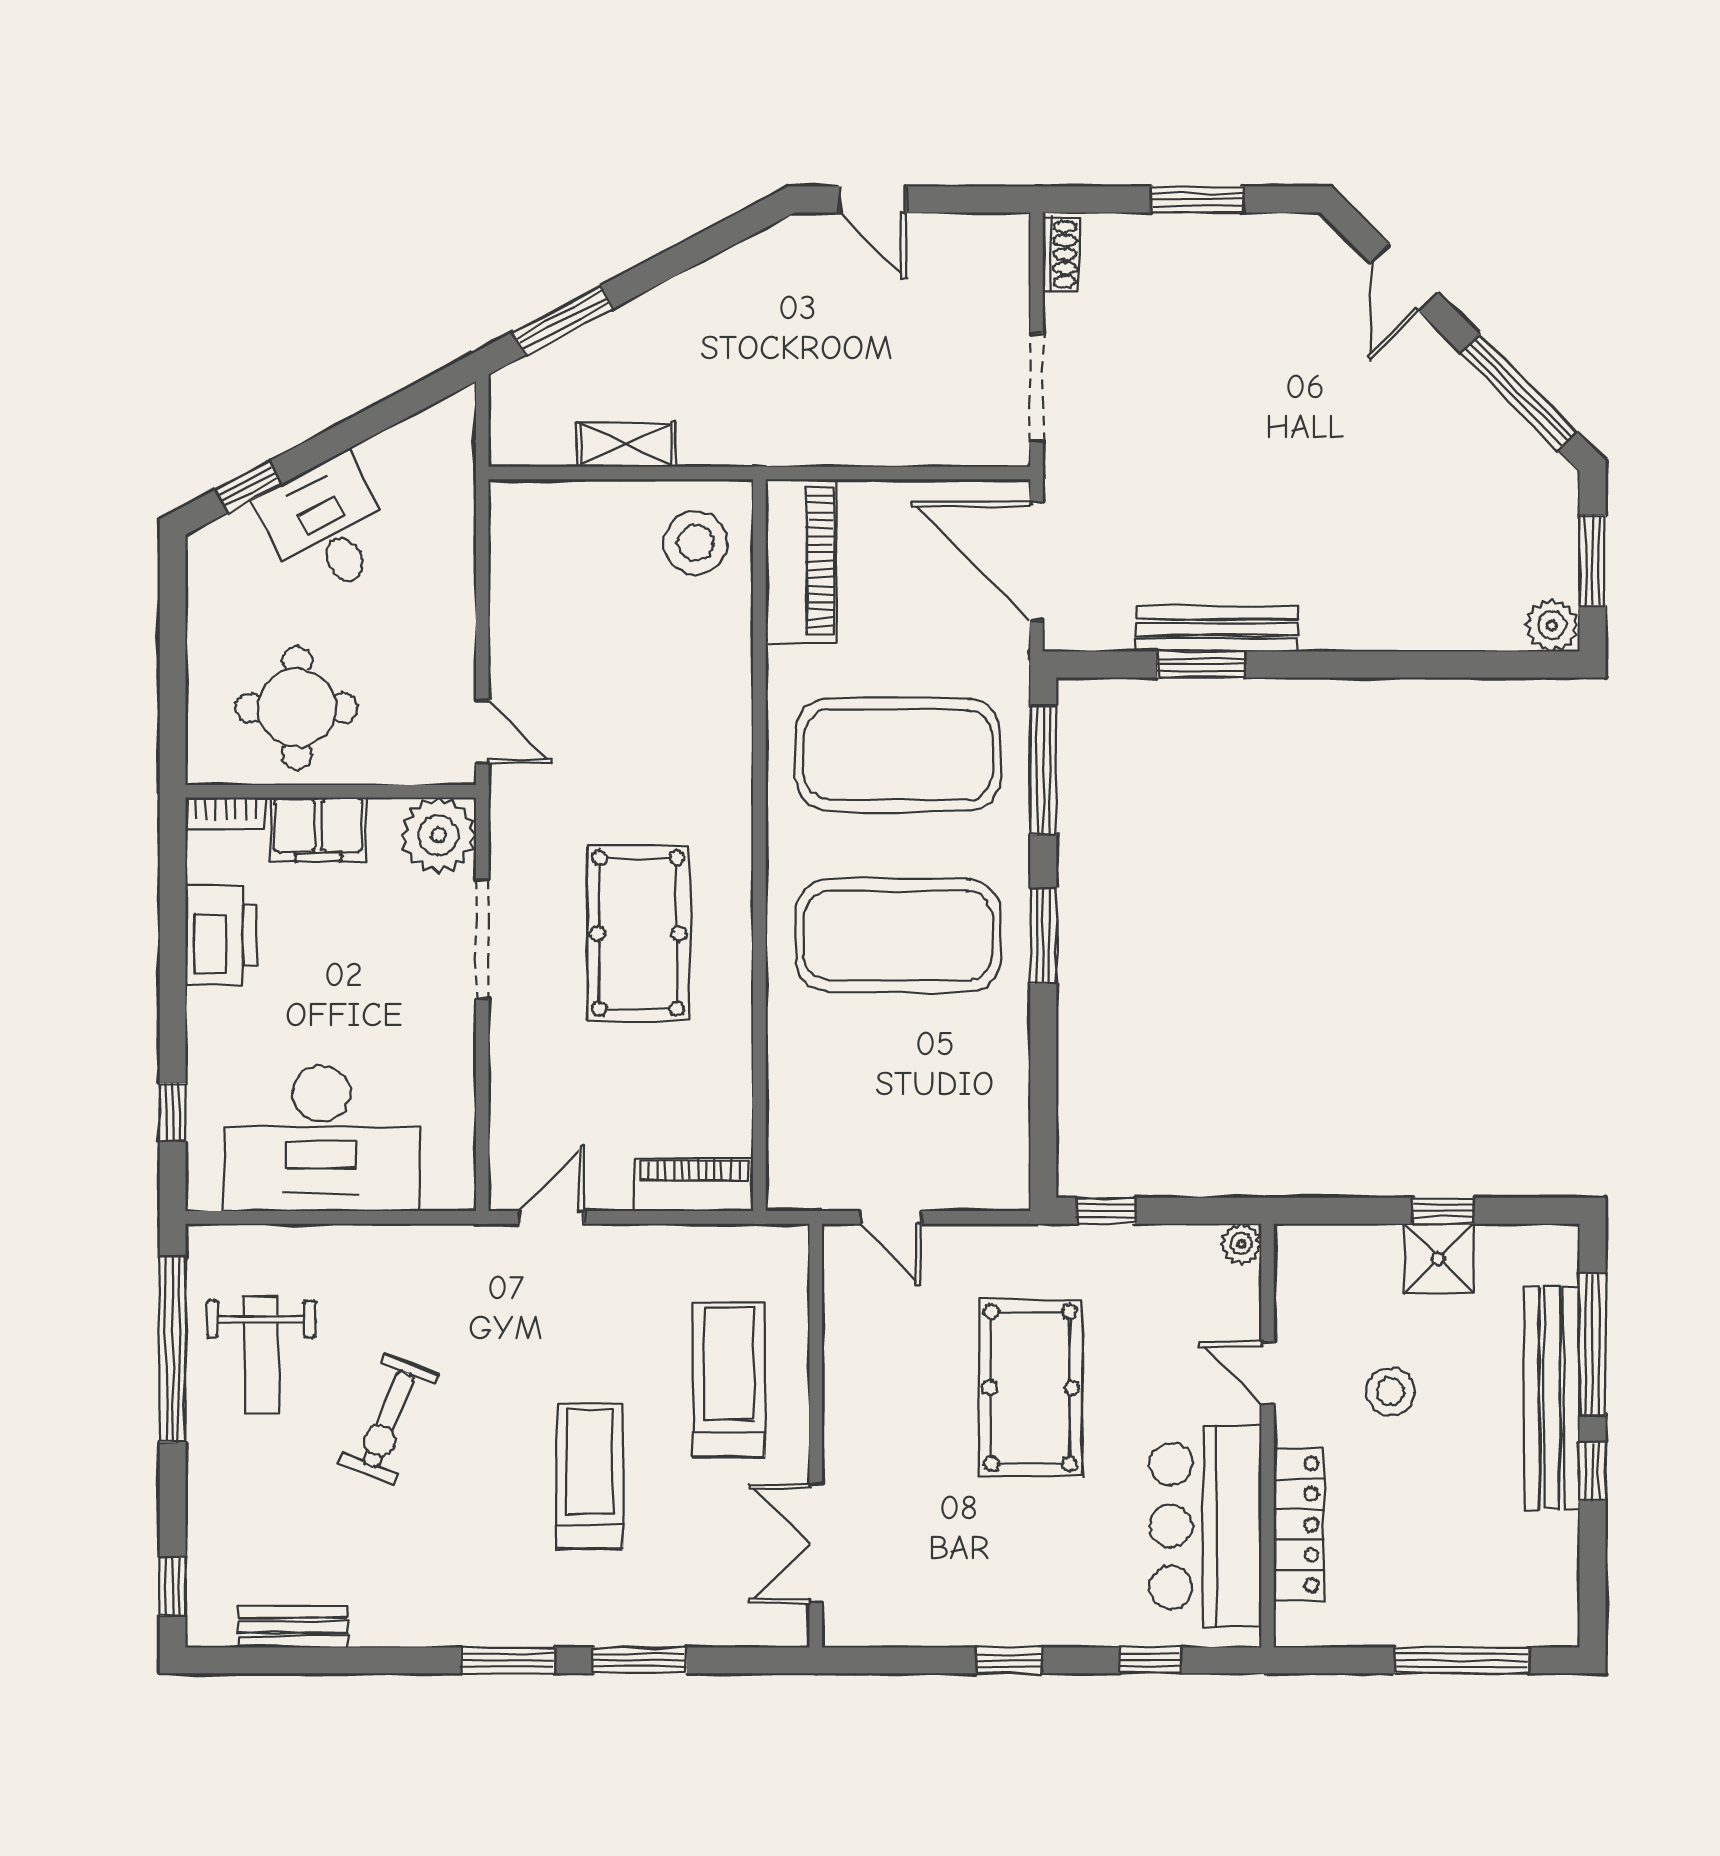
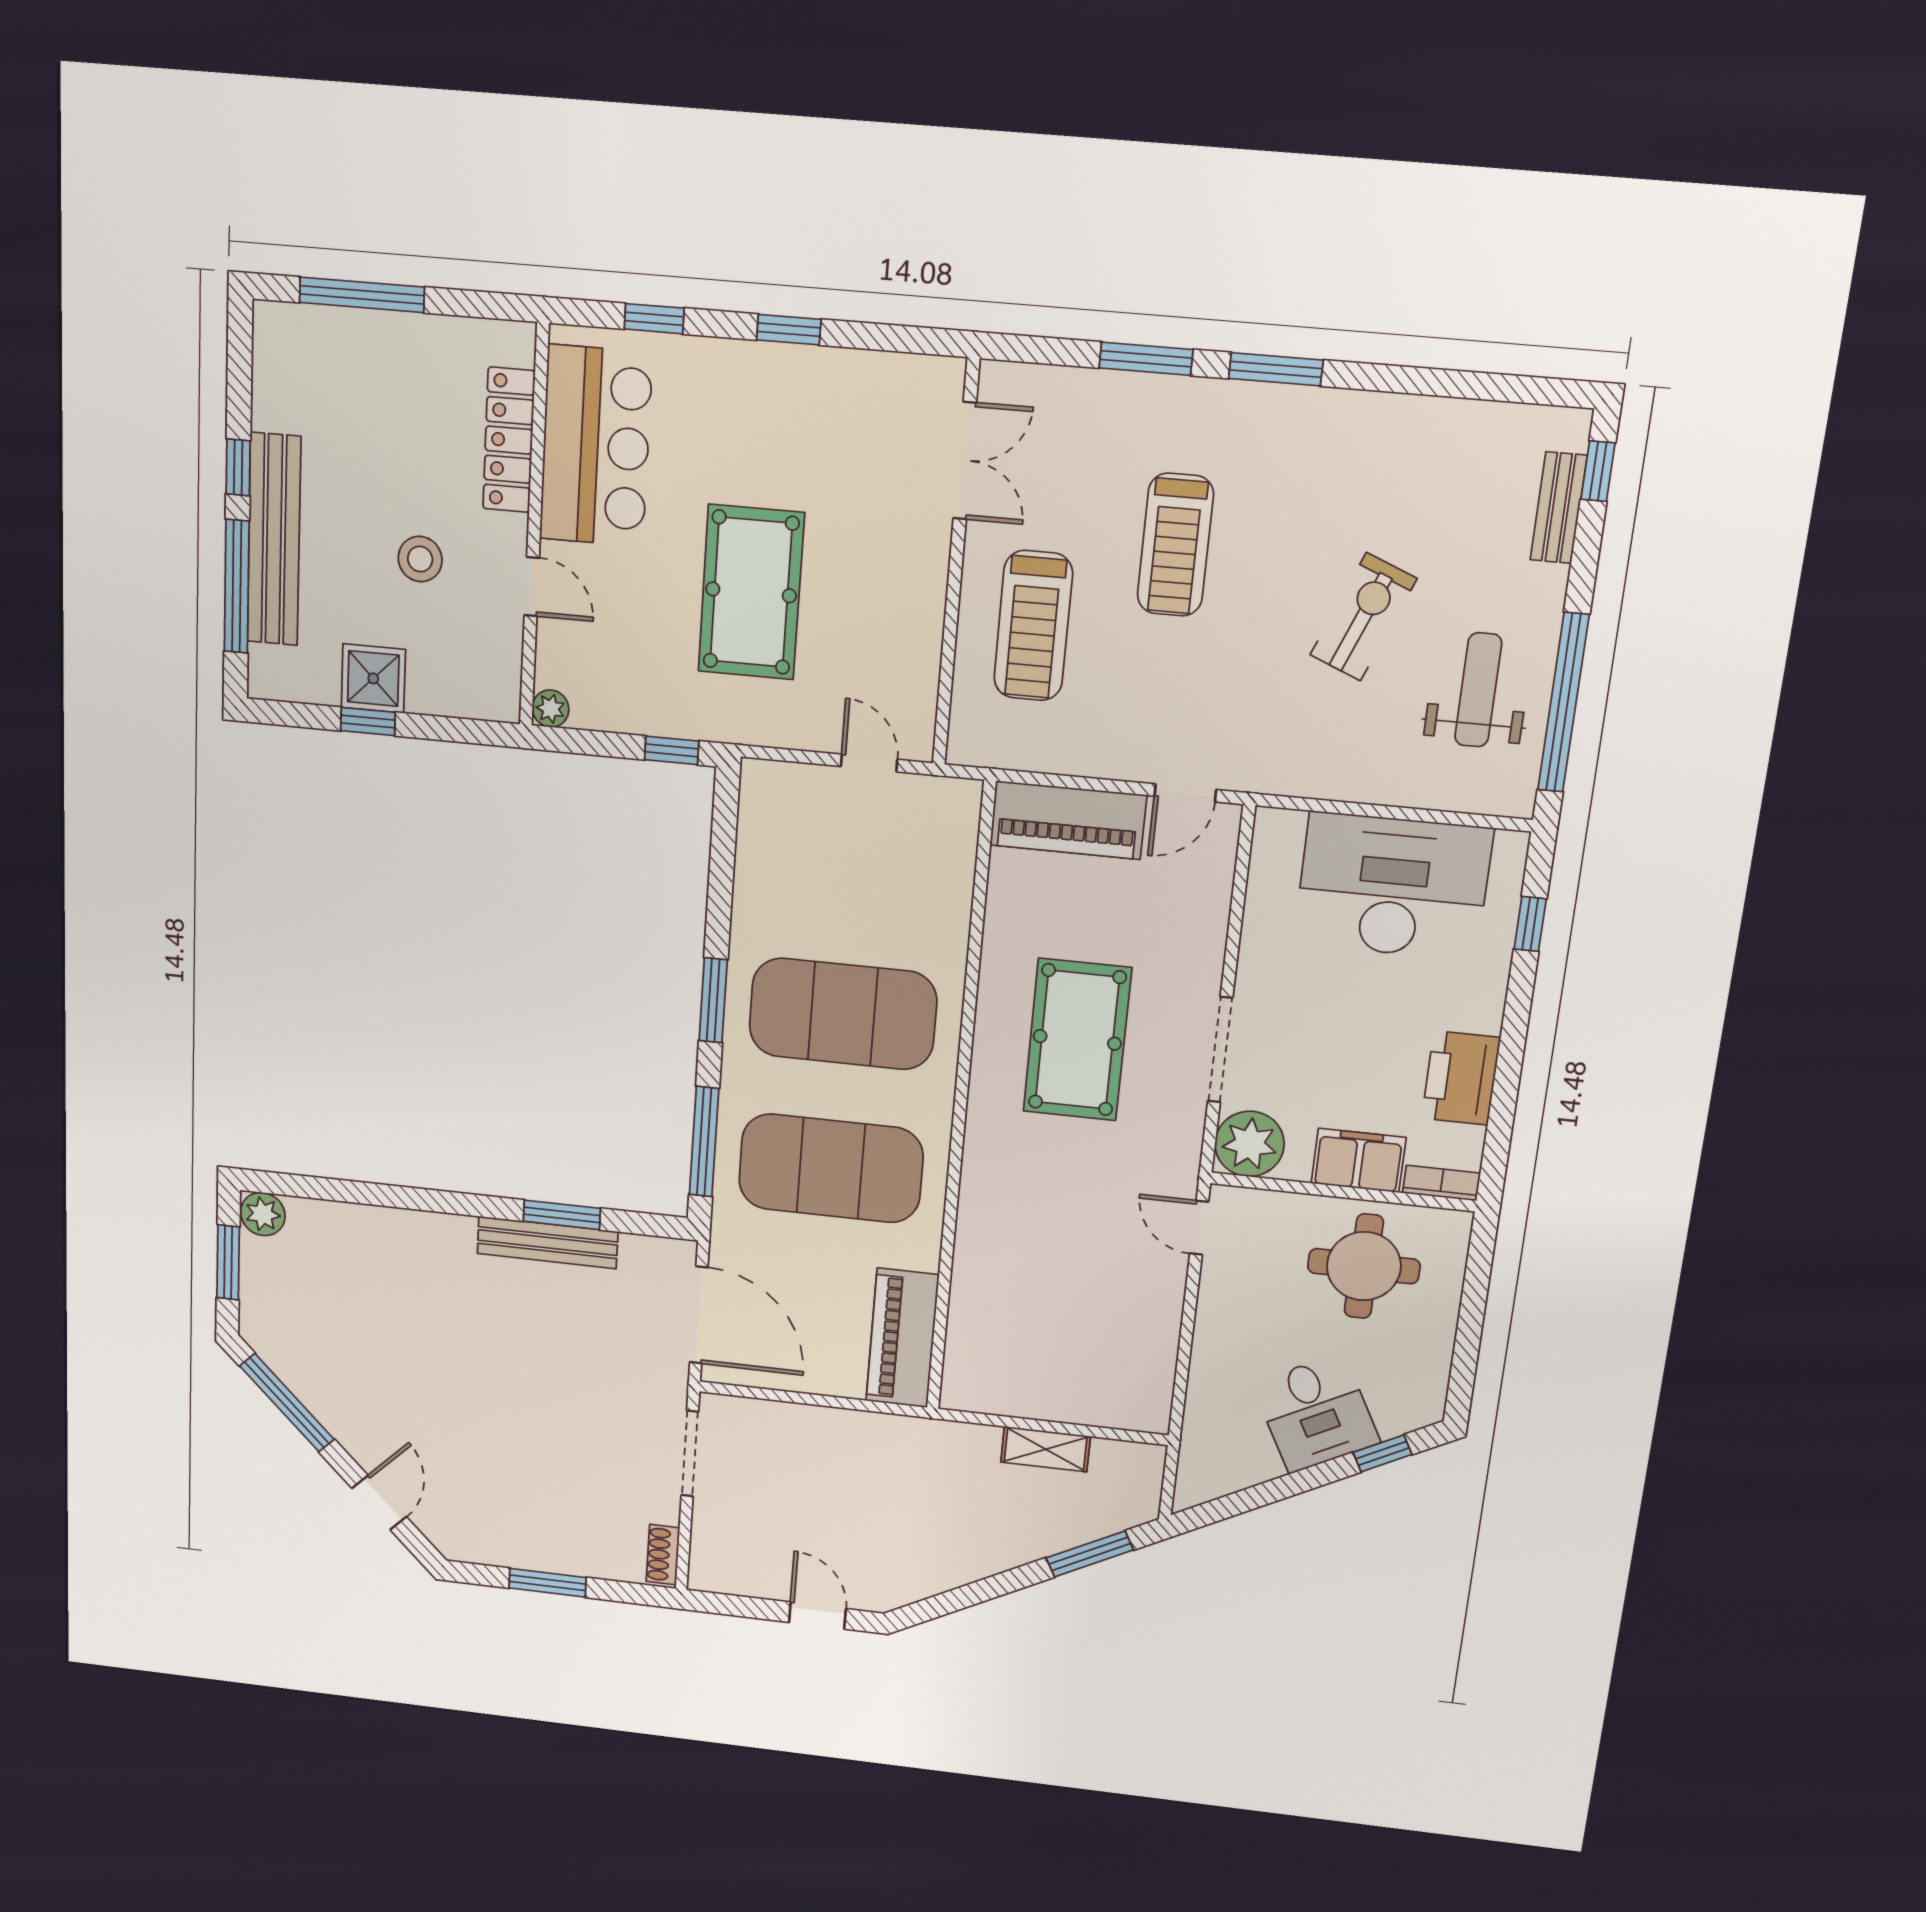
stool: (695, 543) -> (993, 1363), removed
piano: (694, 1185) -> (1068, 820), width x1.37, depth x1.33
bench: (293, 1627) -> (1559, 508), moved, turned 90

